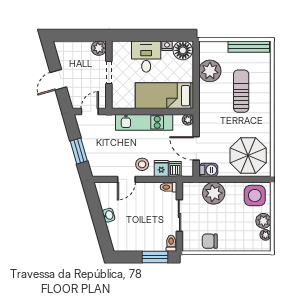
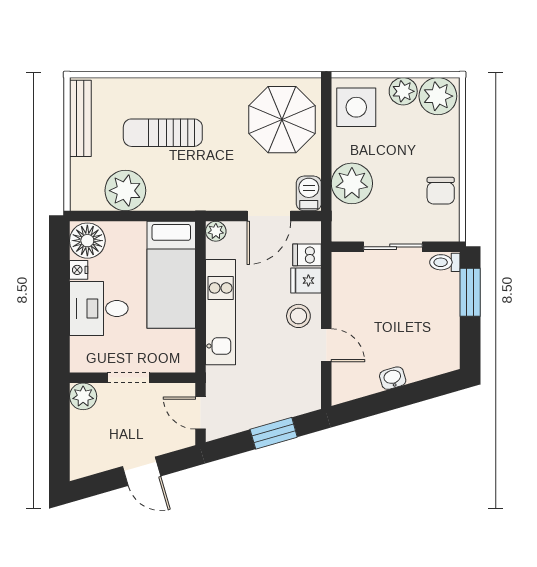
toilet: (169, 187) -> (341, 267), removed
plant: (266, 235) -> (438, 96), width x1.88, depth x1.88

